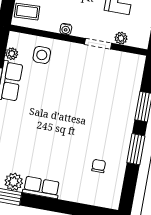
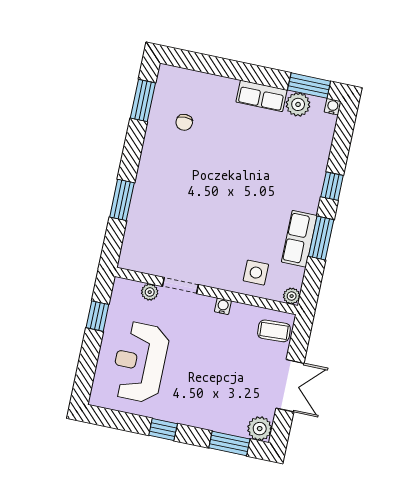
plant: (12, 54) -> (292, 296), moved
window: (136, 149) -> (143, 101), moved

